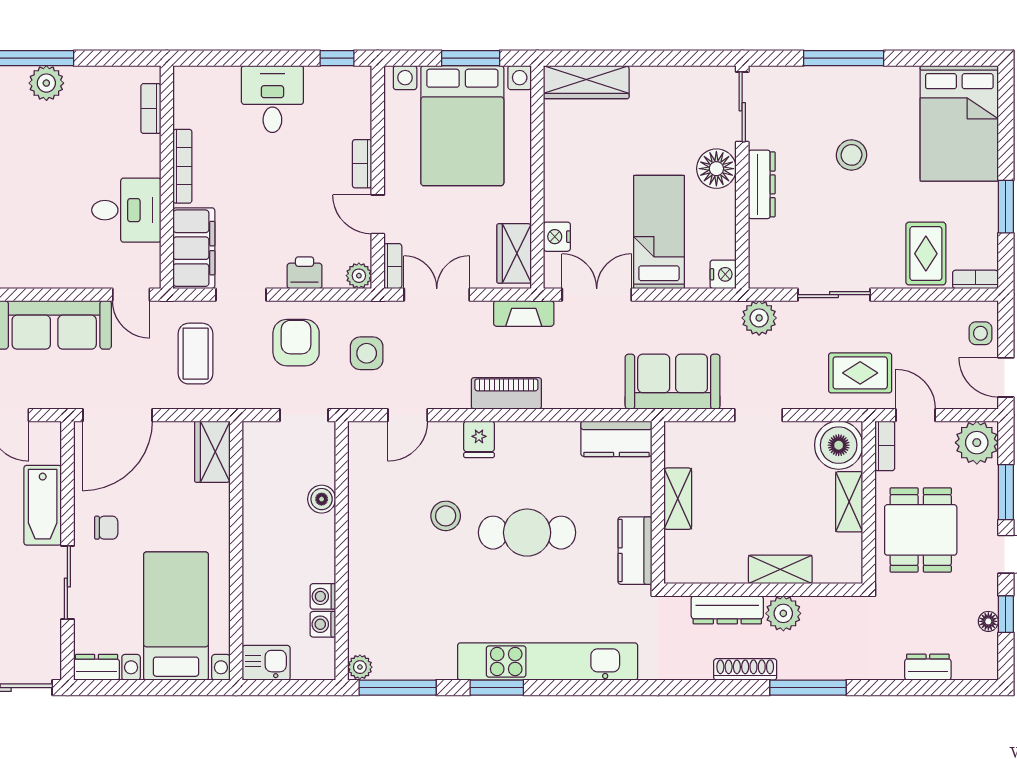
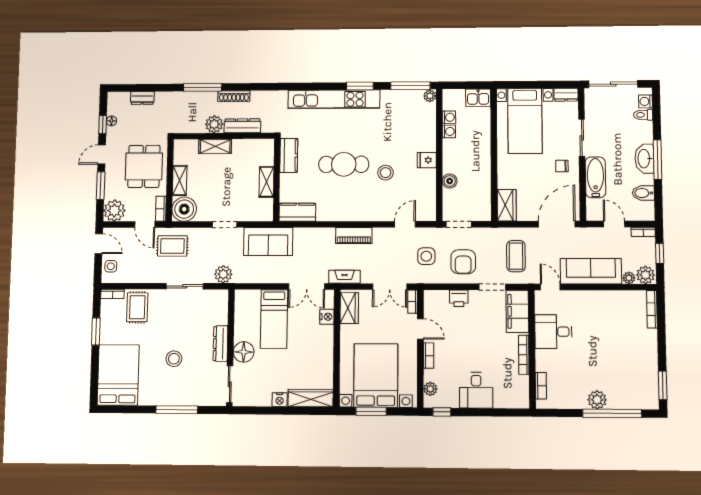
nightstand: (723, 274) -> (280, 400), moved, turned -90
plant: (359, 276) -> (430, 389), moved
fridge: (479, 439) -> (427, 160), moved, turned -90

